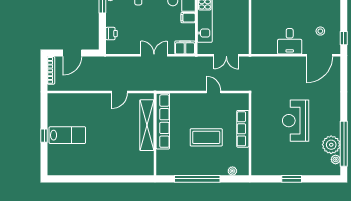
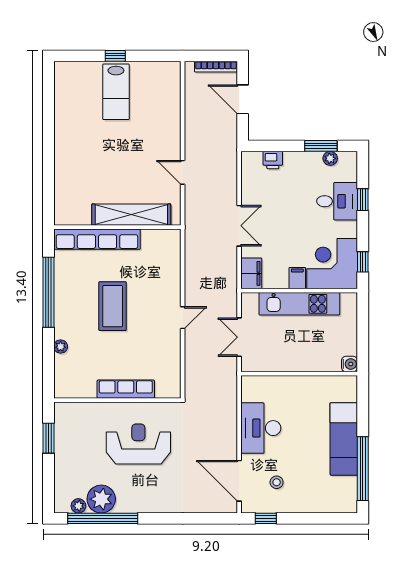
desk: (290, 41) -> (261, 428), width x1.37
row of seats: (163, 121) -> (97, 239), moved
row of seats: (243, 129) -> (126, 389), moved
wall: (250, 134) -> (117, 400), moved

